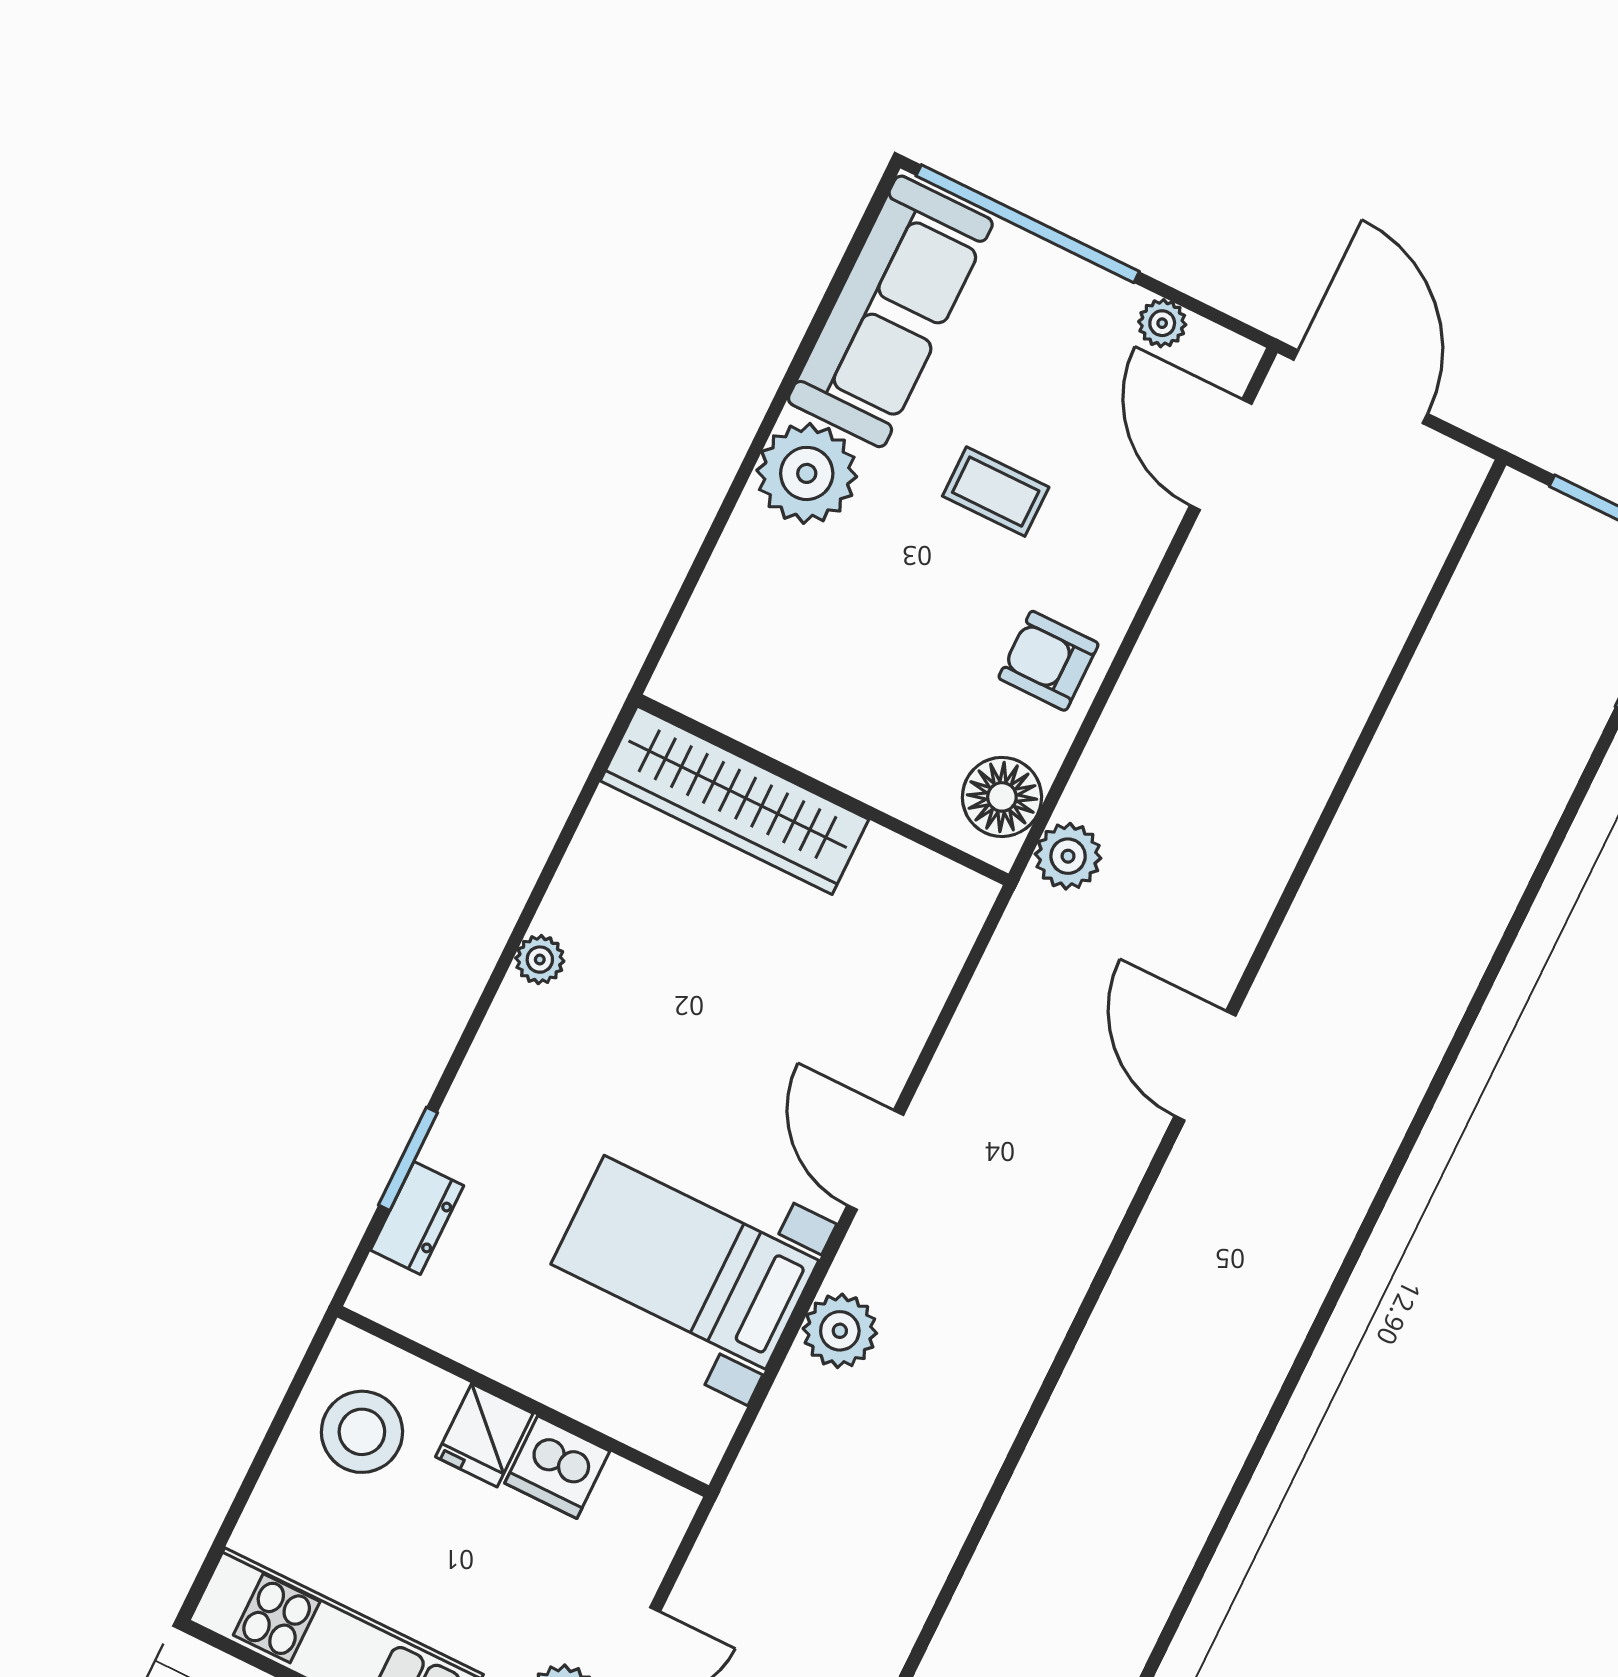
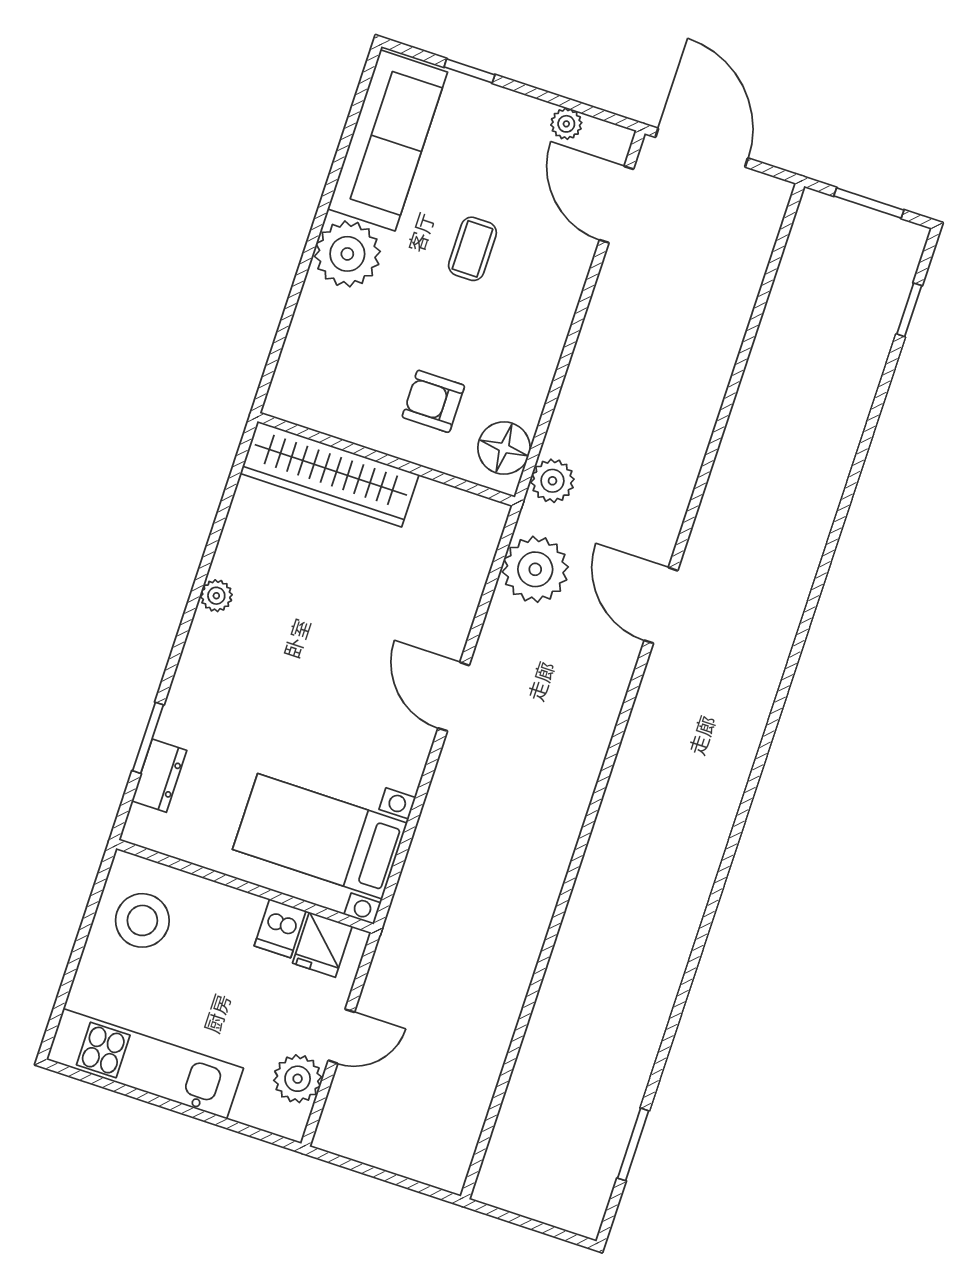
window: (1028, 224) -> (469, 71), width x0.32
coffee table: (996, 492) -> (472, 249), turned 90
armchair: (1048, 661) -> (433, 401), moved
bed with nightstands: (685, 1262) -> (320, 836), moved
plant: (840, 1331) -> (535, 569), moved, width x1.36, depth x1.36
fridge: (484, 1435) -> (322, 945), moved
dishwasher: (557, 1467) -> (280, 928), width x0.73

